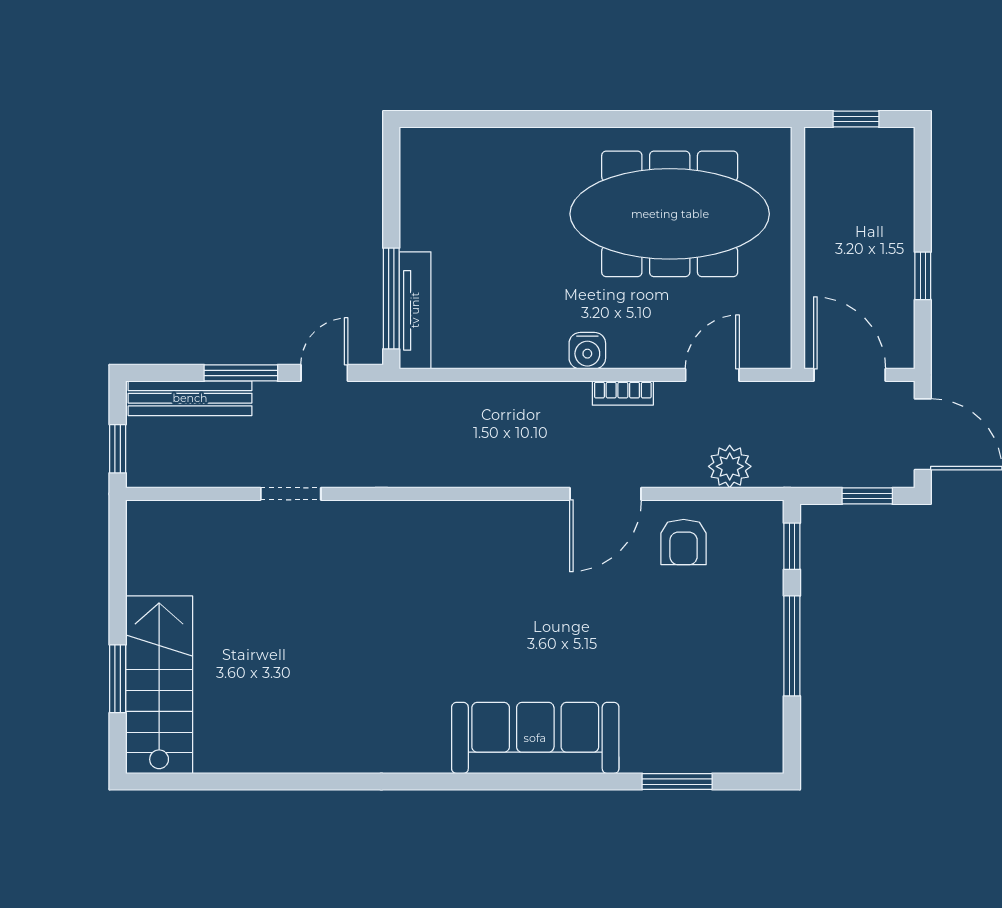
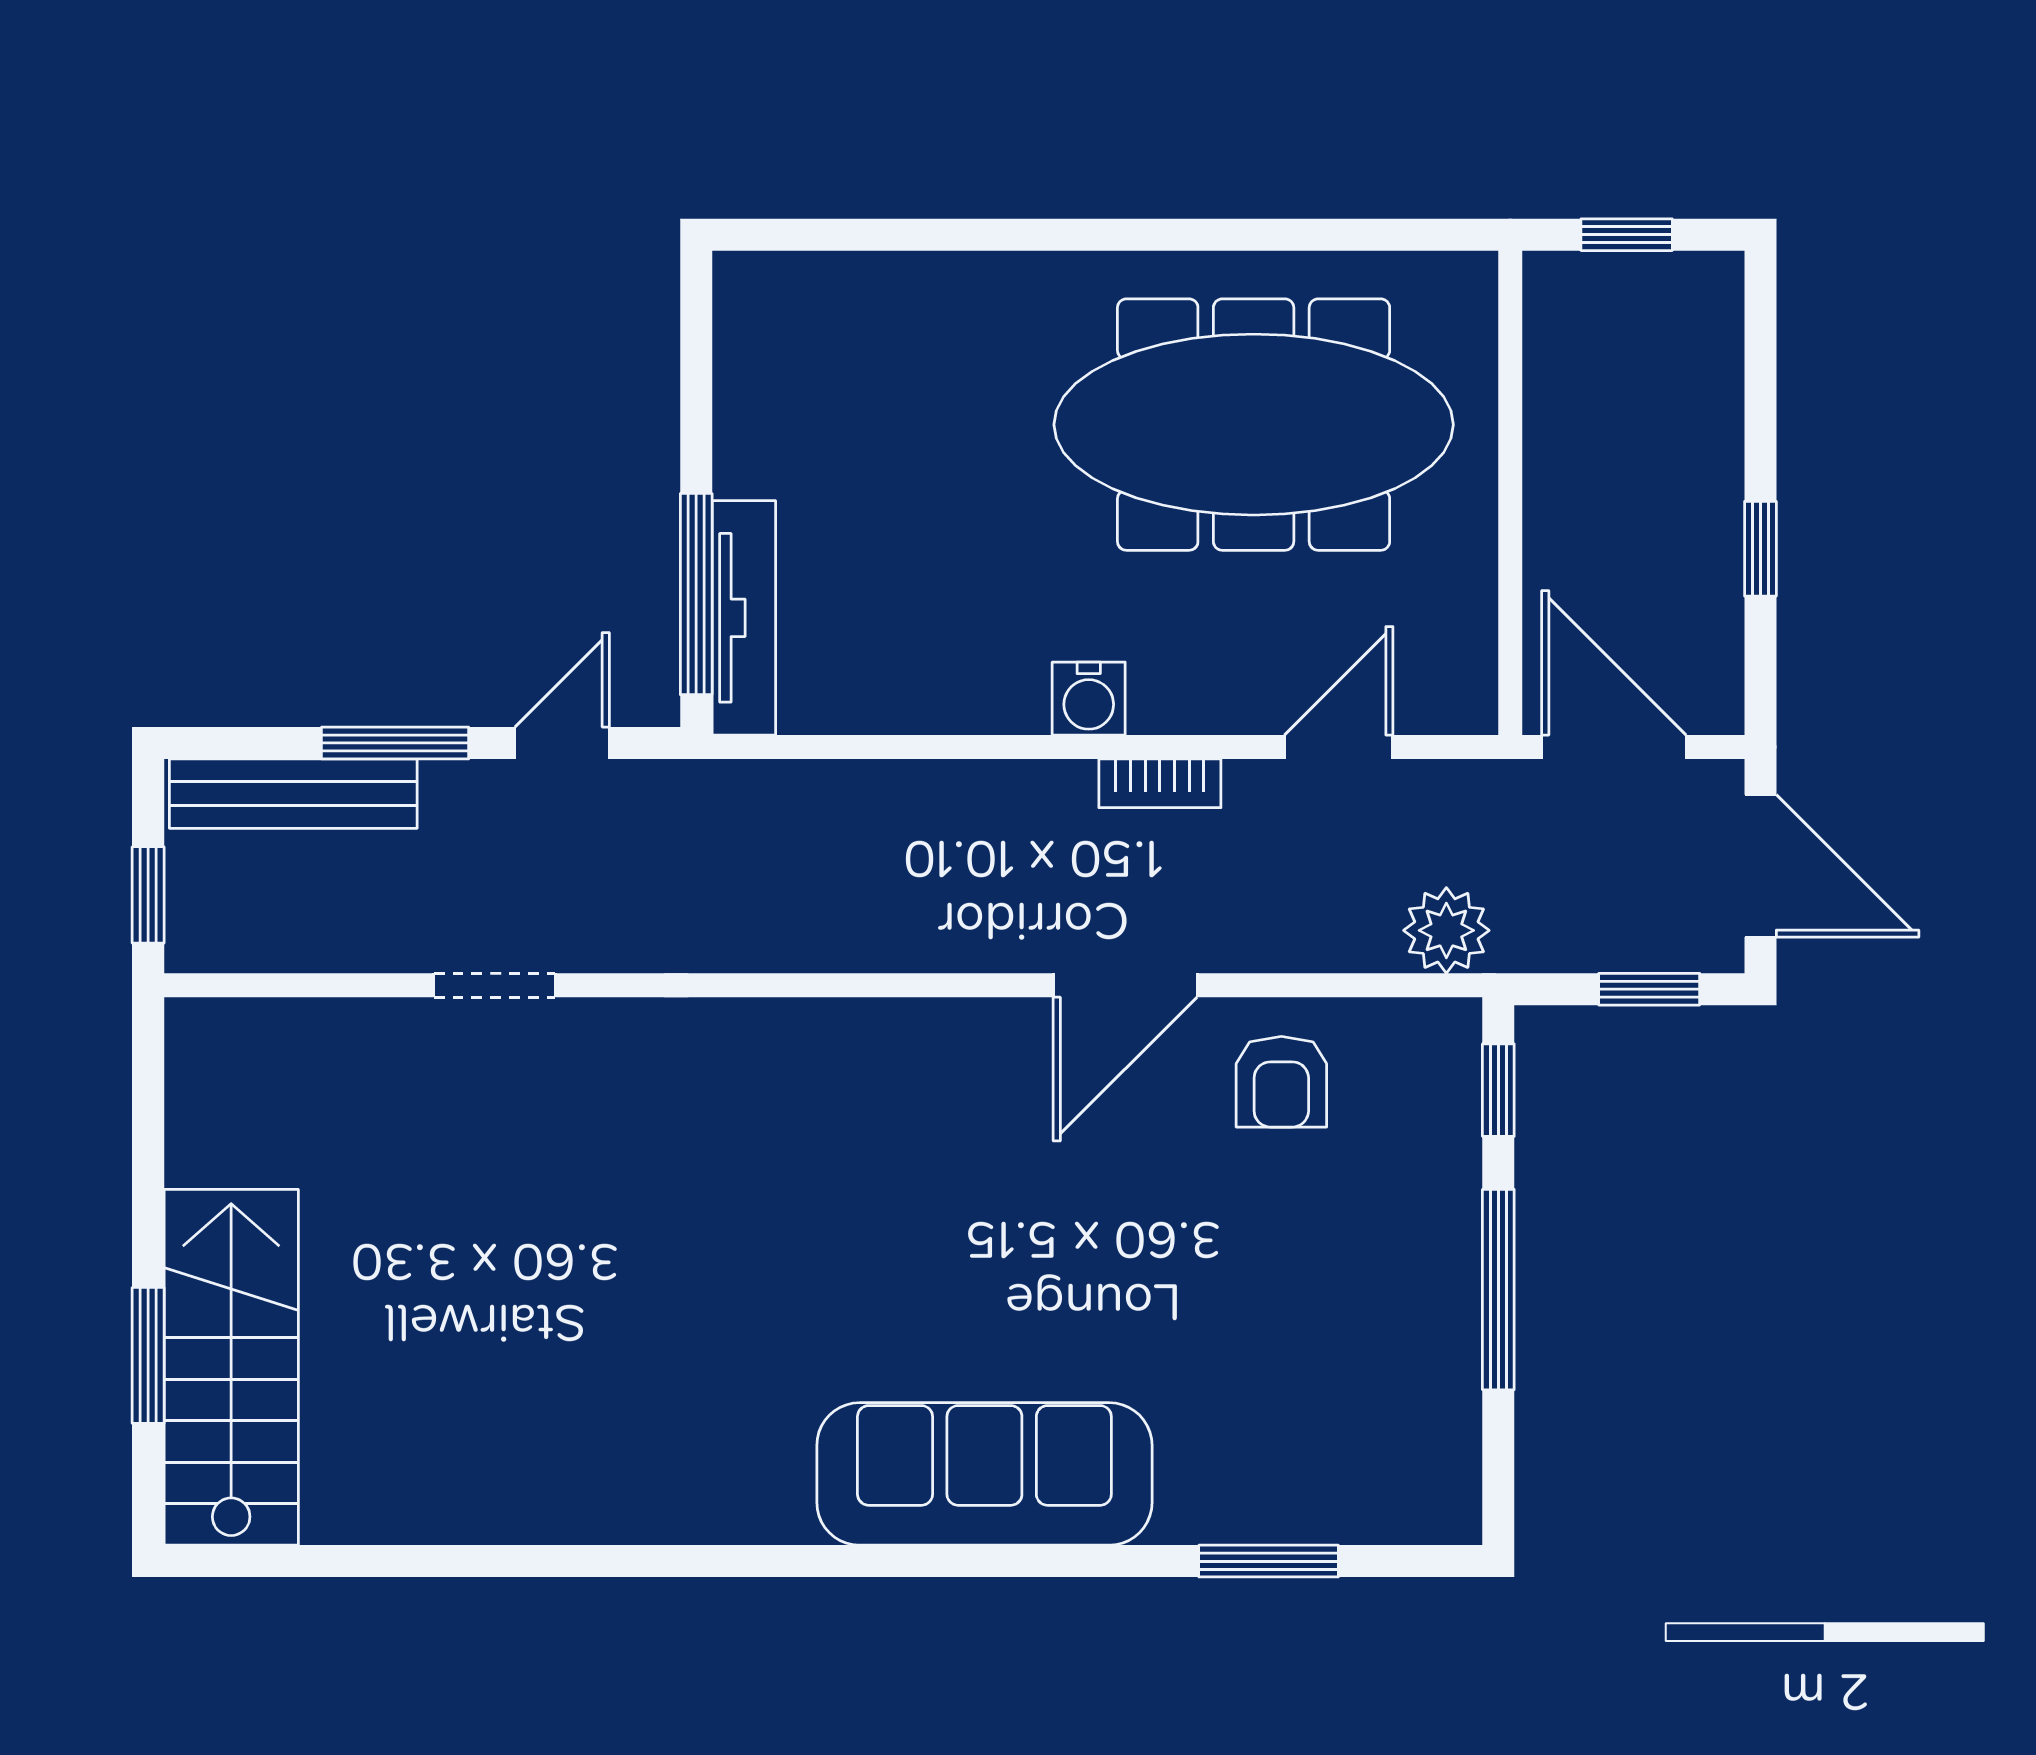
plant: (730, 466) -> (1446, 930), moved

